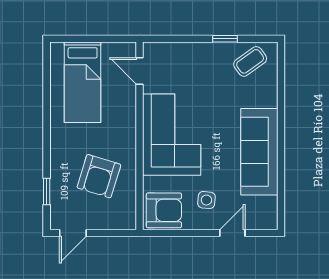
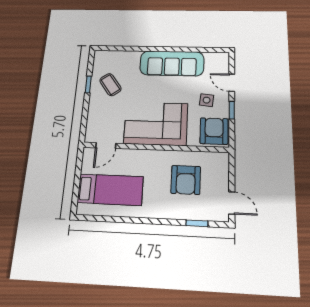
coffee table: (250, 61) -> (110, 85), moved
armchair: (99, 176) -> (186, 180), turned 73
window: (193, 233) -> (232, 110), added

